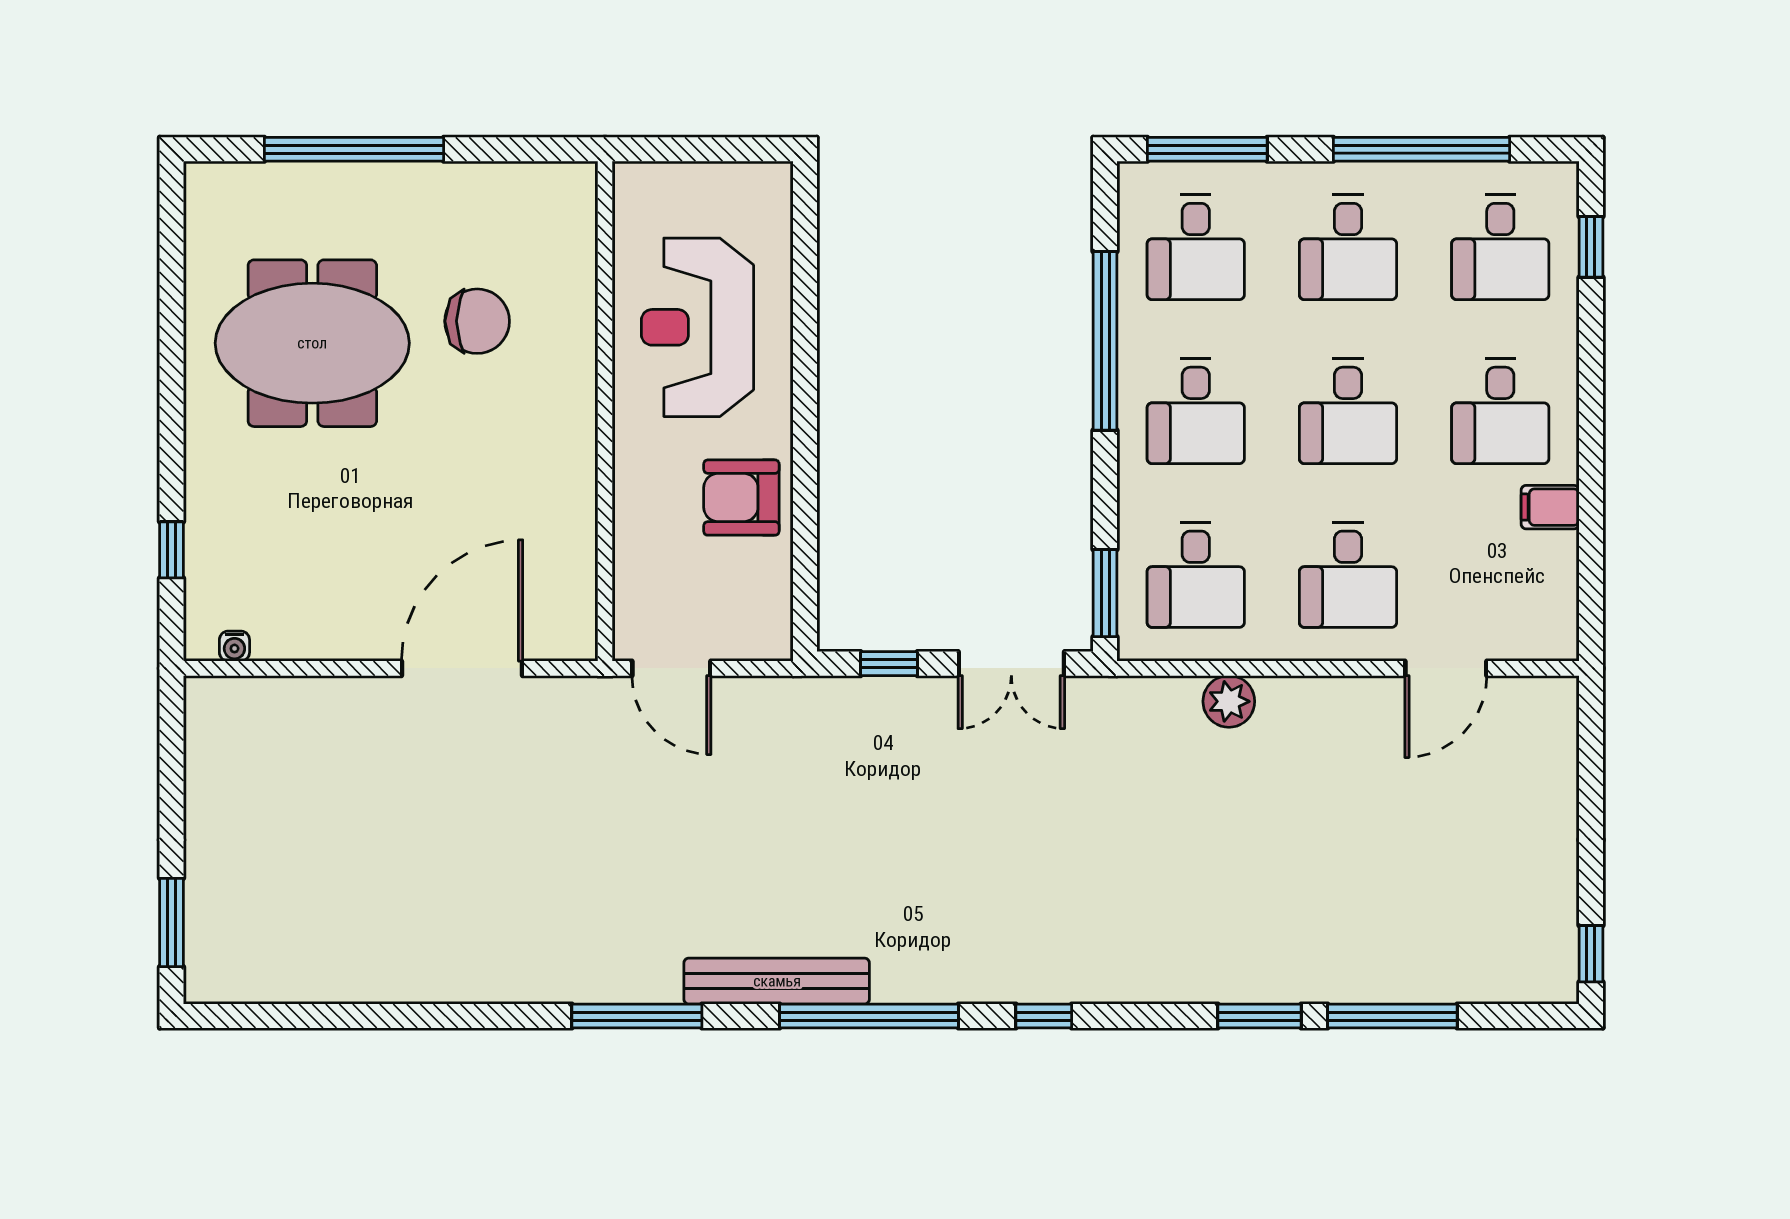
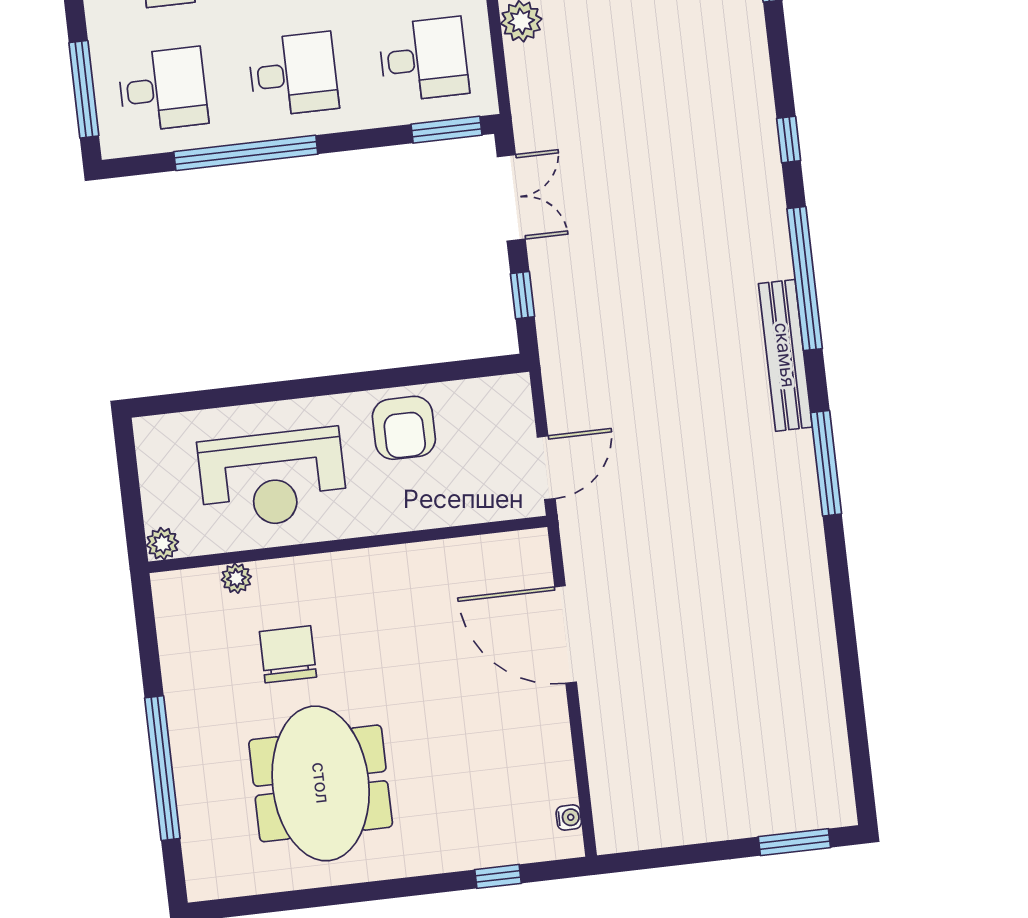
plant: (632, 181) -> (162, 544), added
plant: (579, 268) -> (236, 578), added

